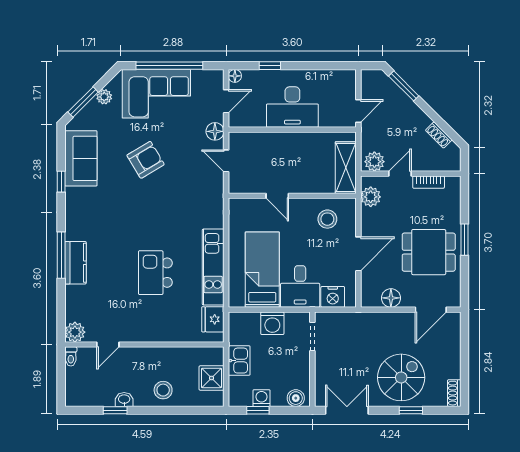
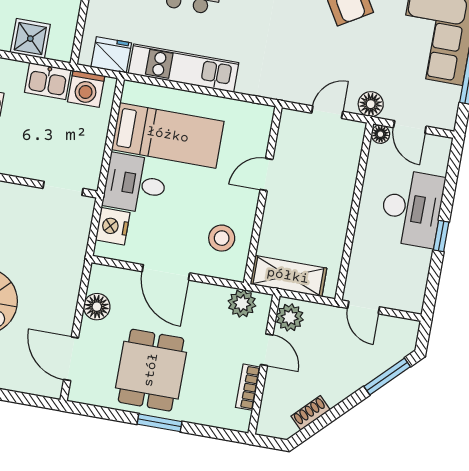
window: (270, 66) -> (441, 236), moved
floor lamp: (235, 76) -> (380, 134), moved
desk: (292, 107) -> (412, 208), moved, turned 180
washing machine: (272, 323) -> (86, 89), moved, turned -90

